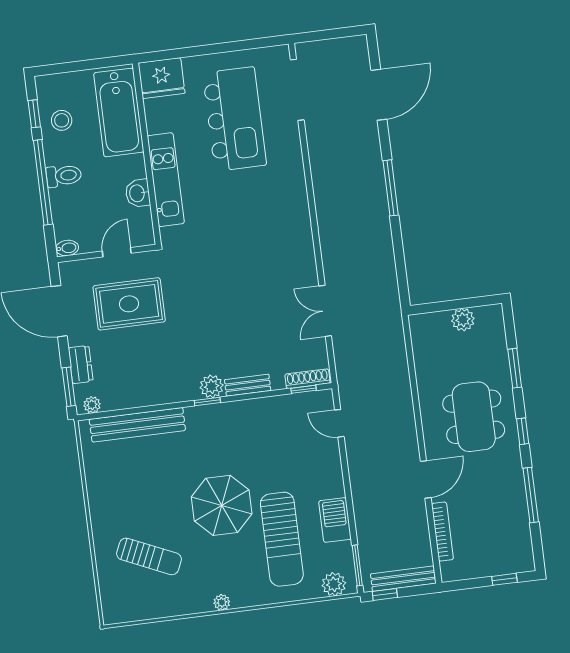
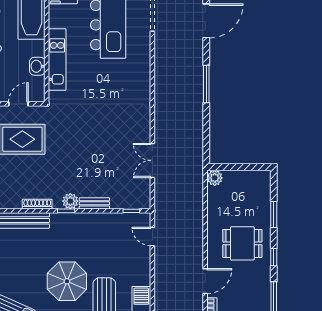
plant: (463, 320) -> (215, 178), moved
shoe rack: (307, 379) -> (37, 204), moved
dining table: (474, 417) -> (242, 243), width x0.73

